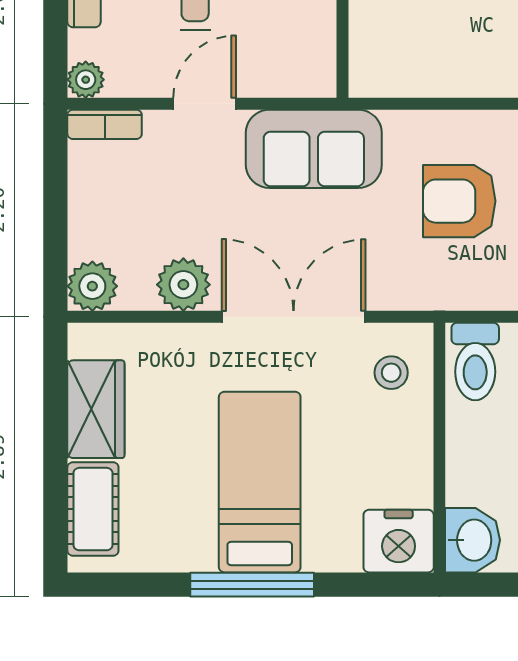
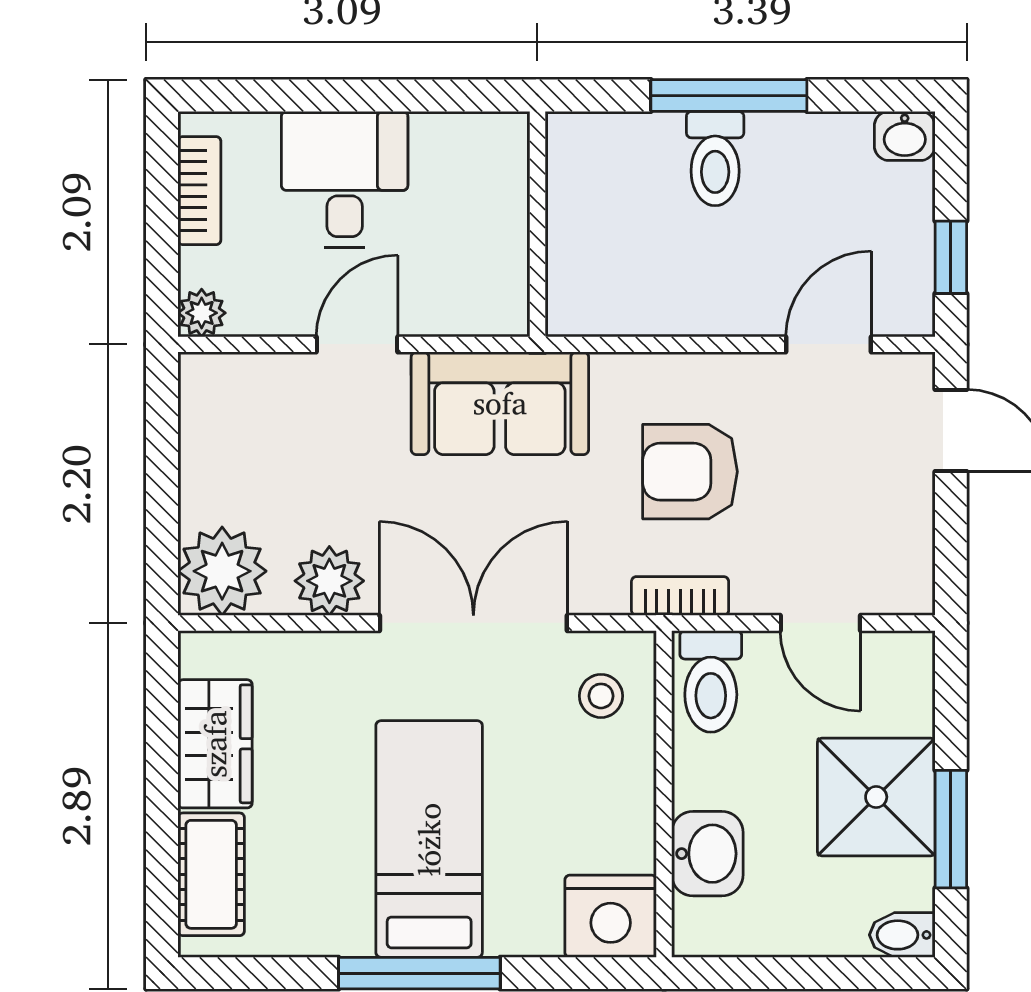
bookcase: (105, 124) -> (680, 596), moved, turned 180
plant: (92, 286) -> (222, 571), width x1.36, depth x1.36
washbasin: (473, 540) -> (707, 854), moved

